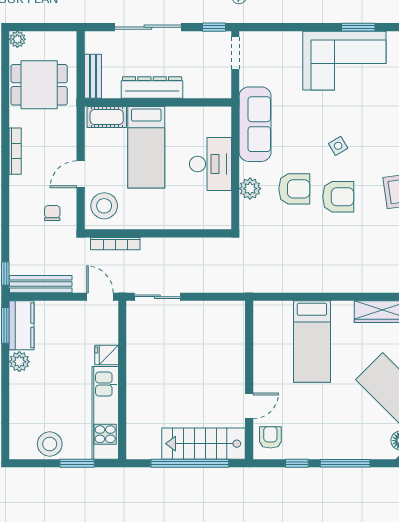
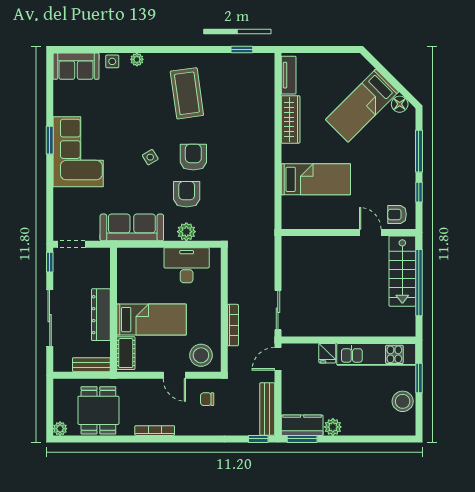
desk: (210, 164) -> (187, 265), moved
bookcase: (115, 244) -> (233, 325), moved

